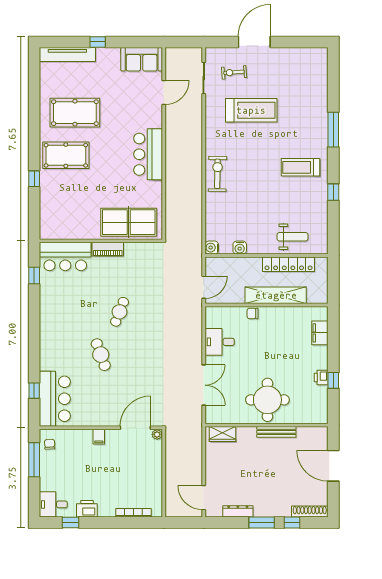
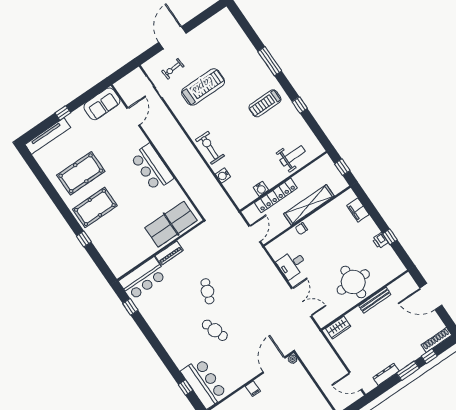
water cooler: (212, 248) -> (223, 175), moved
locker: (289, 264) -> (276, 195), moved
window: (333, 281) -> (342, 167), added

